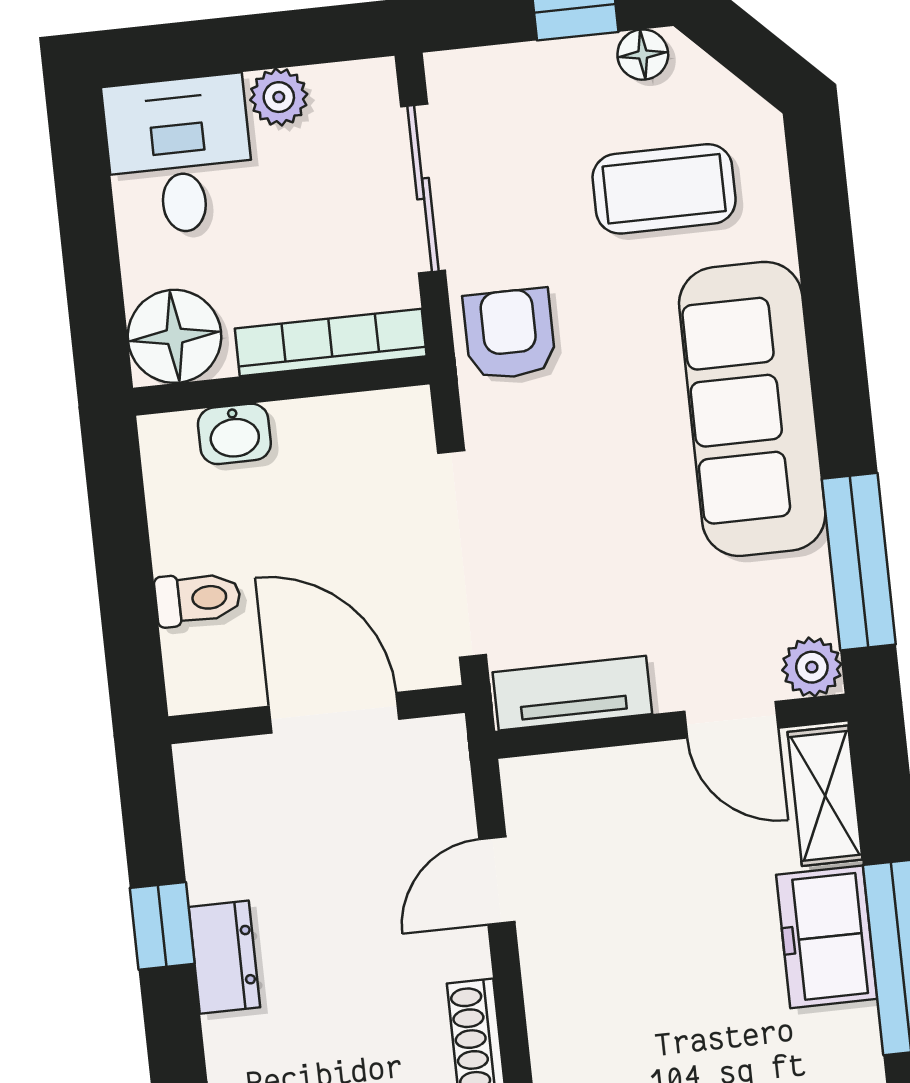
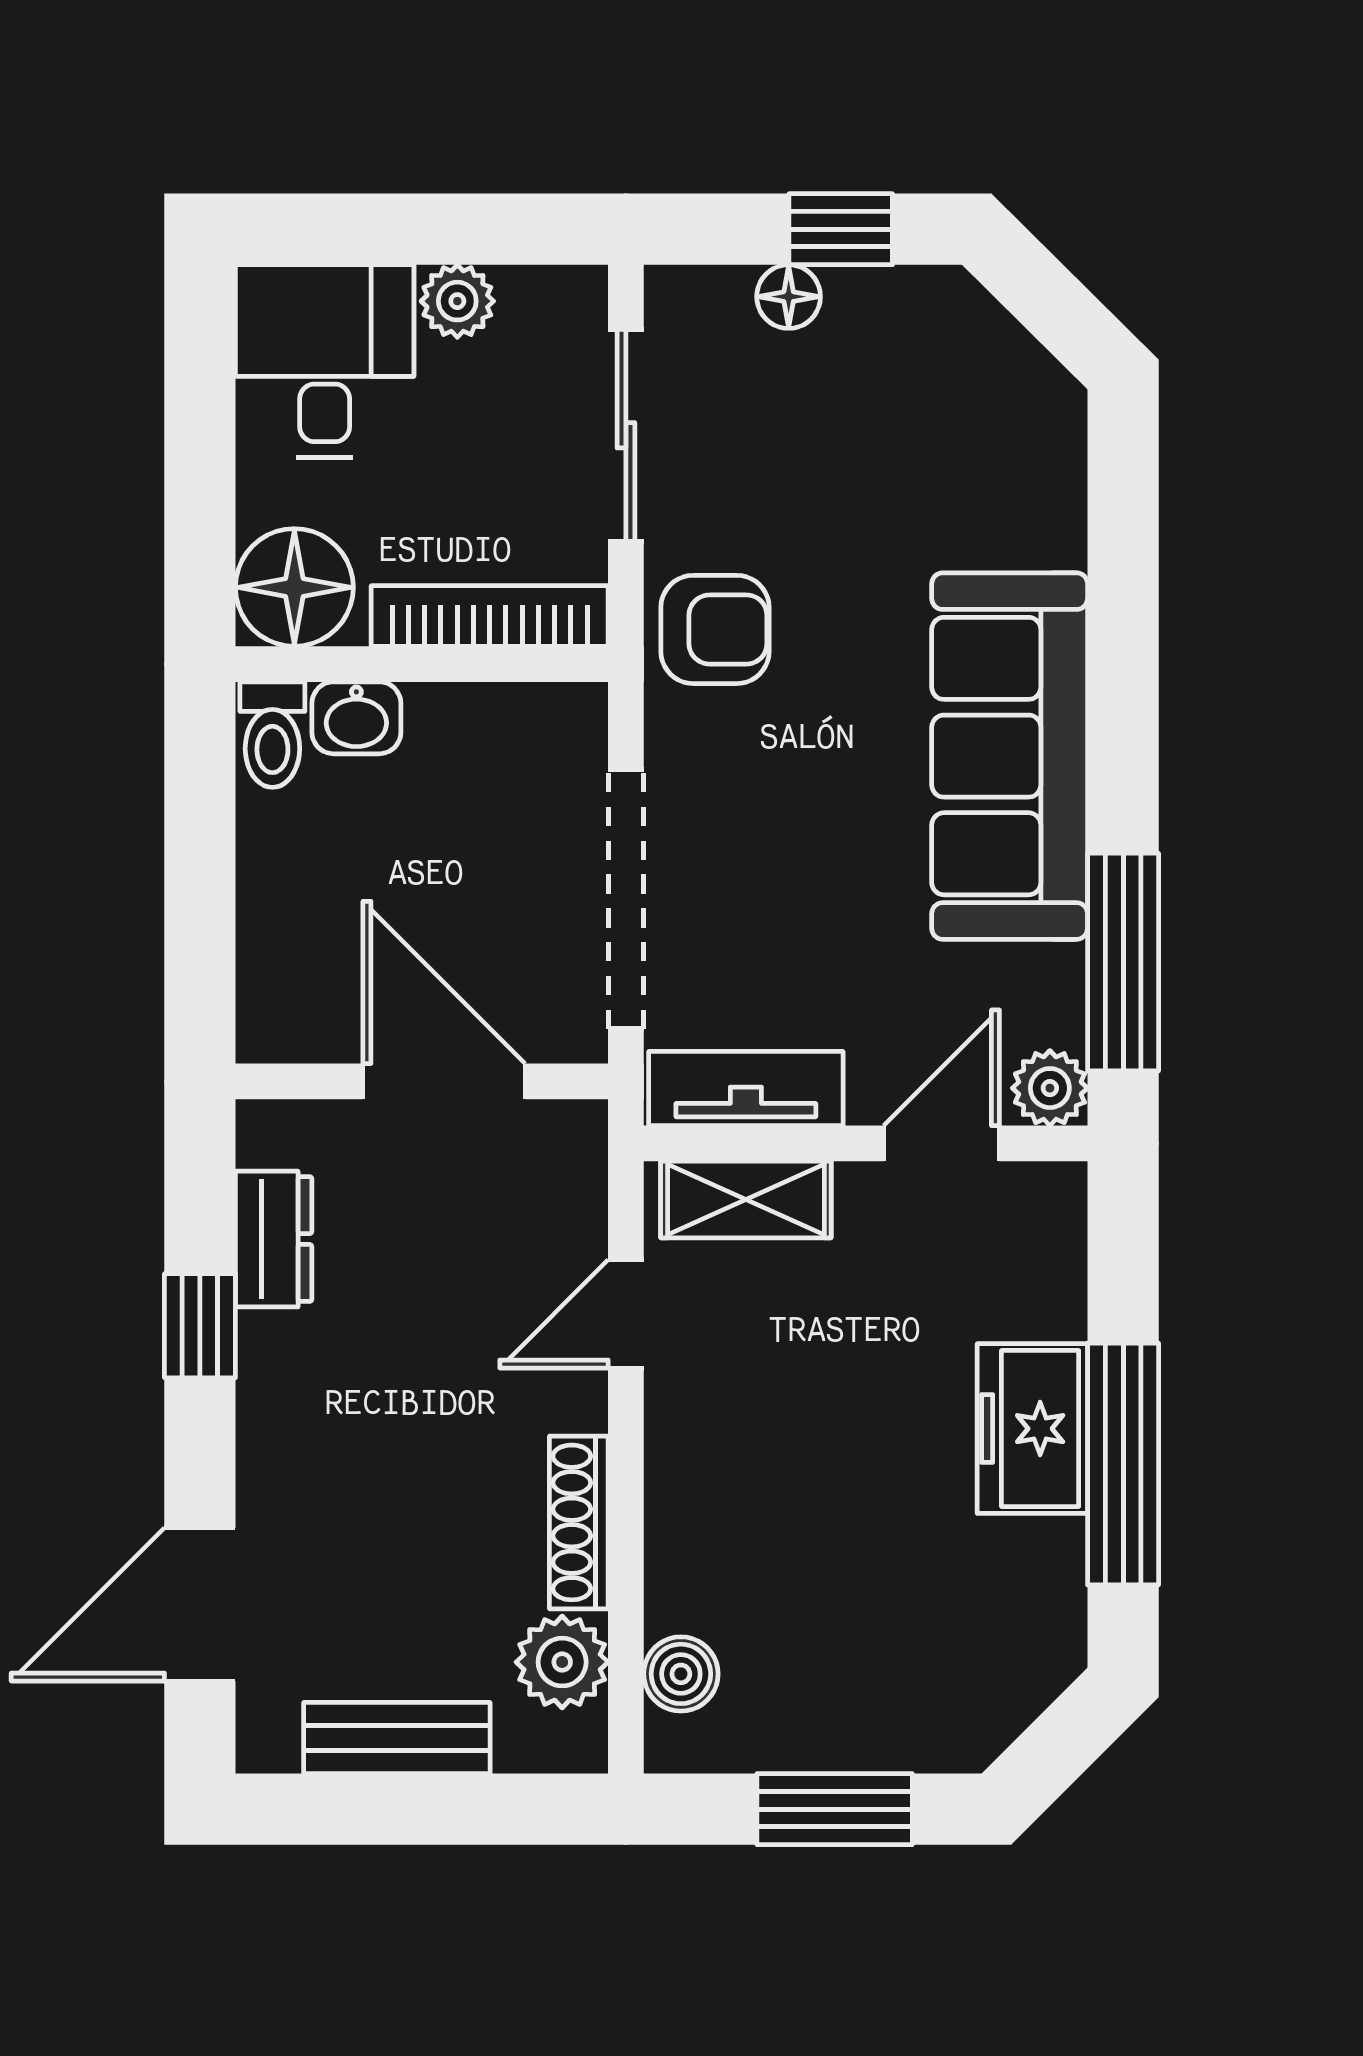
floor lamp: (643, 55) -> (789, 297), moved
coffee table: (664, 189) -> (929, 468), removed
armchair: (509, 334) -> (715, 629), turned 90
toilet: (198, 599) -> (272, 735), moved, turned 90
door: (731, 720) -> (942, 1143), swing flipped
shelving: (825, 796) -> (746, 1200), moved, turned 90
dresser: (224, 957) -> (274, 1239), moved

